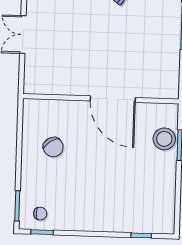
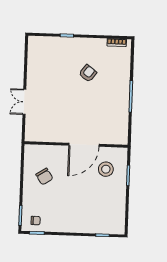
door: (113, 99) -> (84, 145), hinge flipped
stool: (164, 139) -> (106, 169), moved

